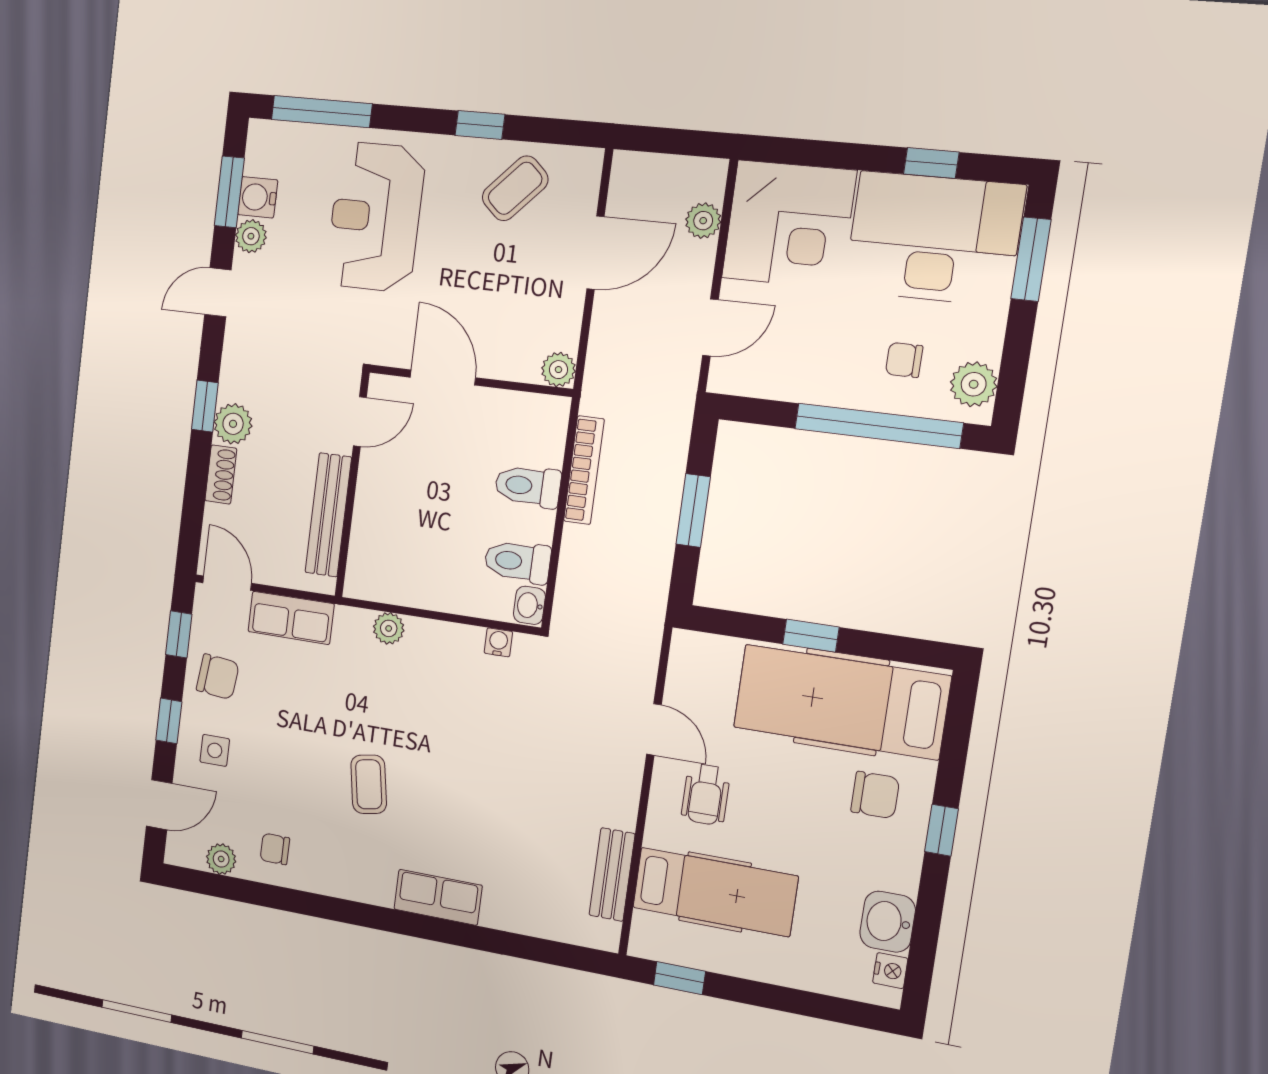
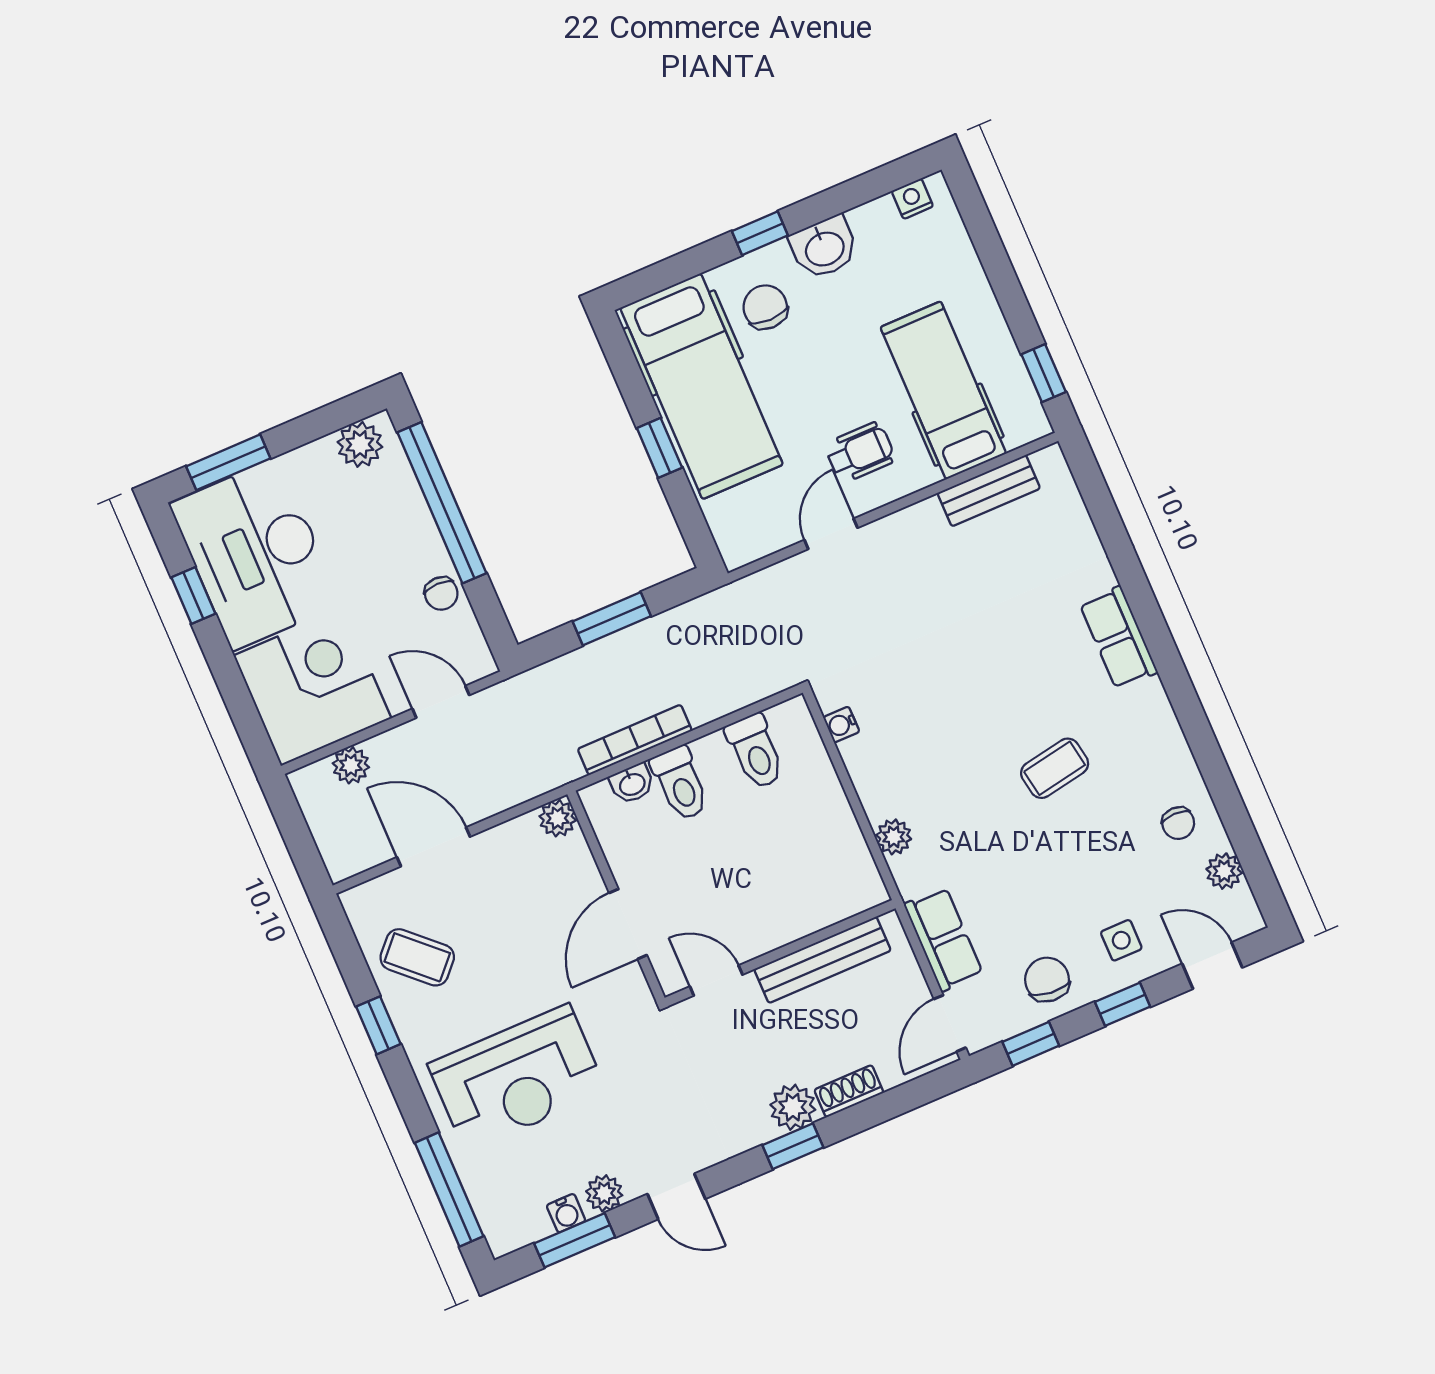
water cooler: (258, 197) -> (566, 1213), width x0.72, depth x0.72
chair: (904, 360) -> (441, 593), moved
washbasin: (529, 605) -> (632, 784), moved
washbasin: (888, 922) -> (824, 248), moved

